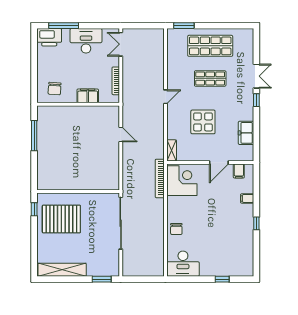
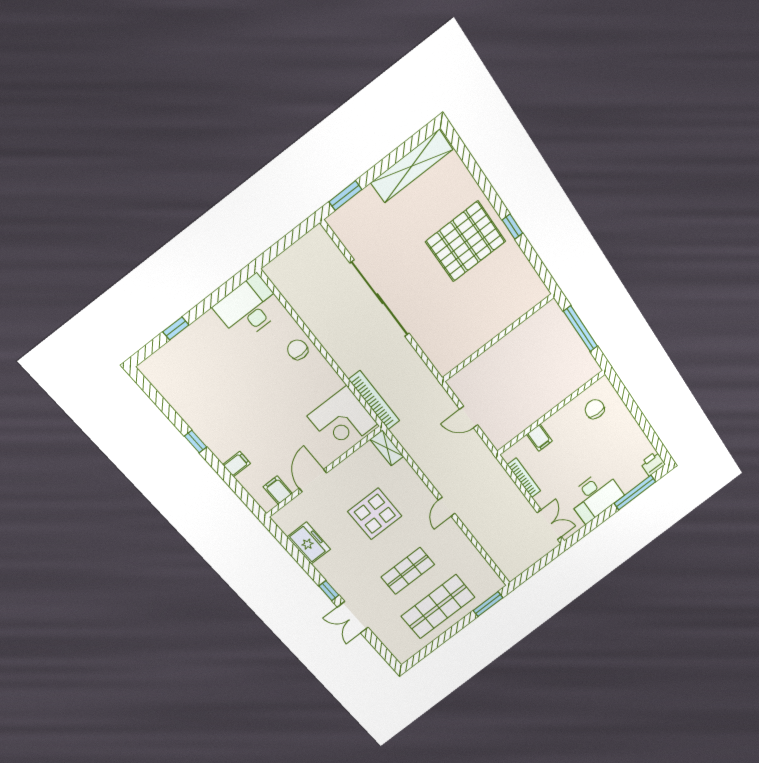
printer: (49, 37) -> (653, 464), width x0.53, depth x0.68
filing cabinet: (88, 96) -> (539, 438), width x0.50
wall: (78, 192) -> (498, 338), moved

